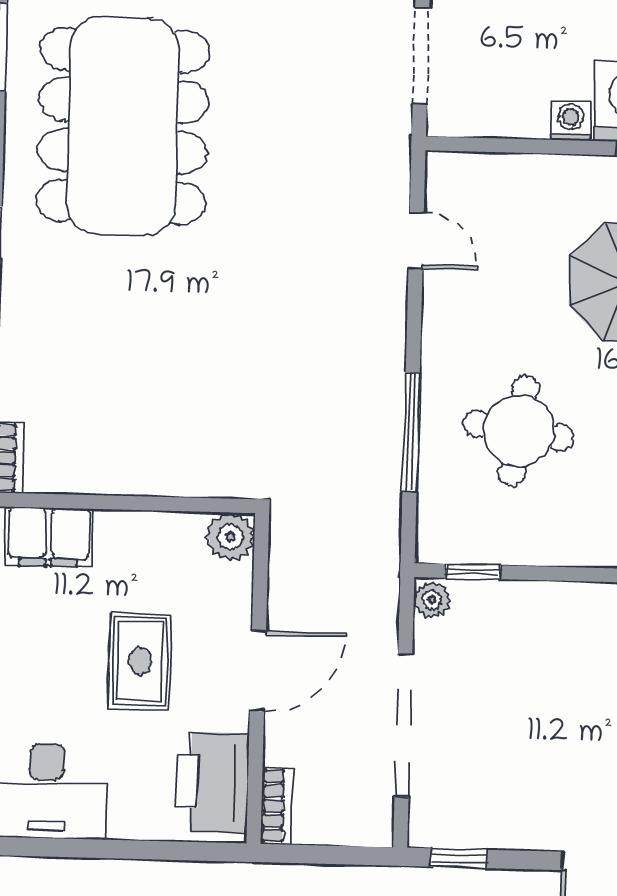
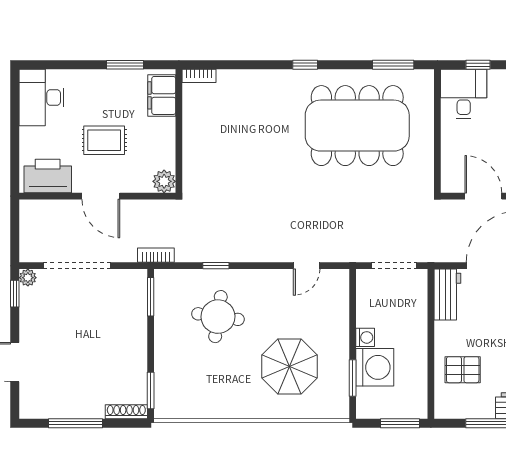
window: (411, 432) -> (216, 266), width x0.46
window: (473, 572) -> (151, 297), width x1.50
plant: (432, 600) -> (28, 278), moved
bookcase: (277, 806) -> (156, 255), moved, turned 180

